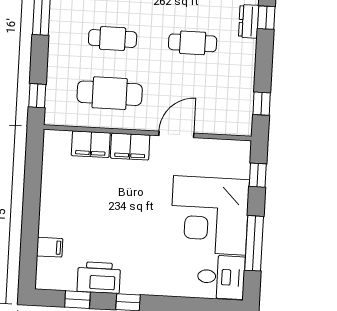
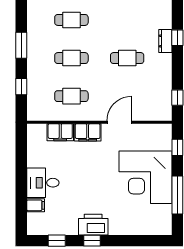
cafe table: (110, 93) -> (71, 96), width x0.73, depth x0.74
window: (37, 96) -> (21, 87), moved
desk: (221, 277) -> (43, 183), moved, turned 180
printer: (99, 278) -> (93, 225), moved

